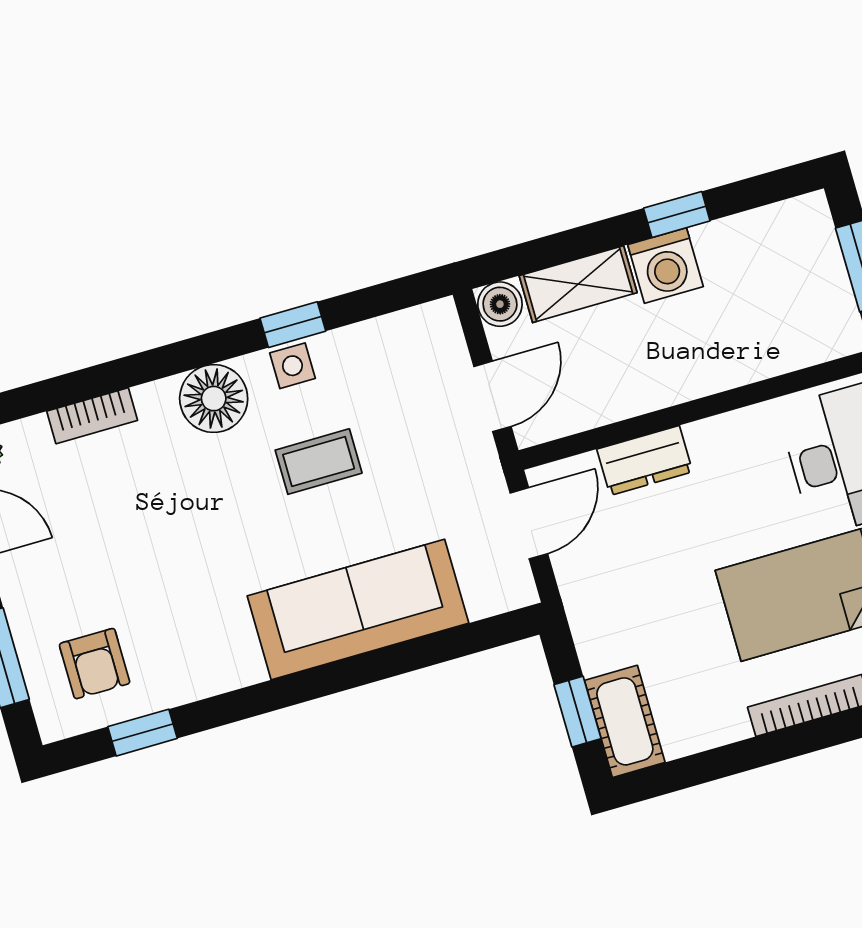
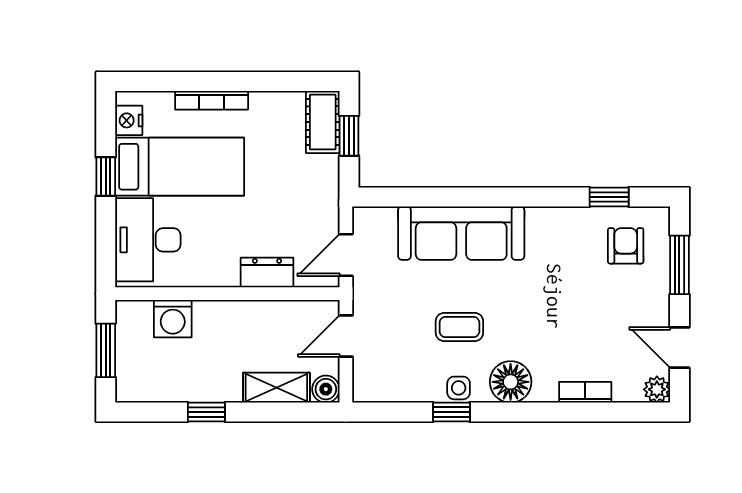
washing machine: (665, 266) -> (173, 319), moved, turned 180

